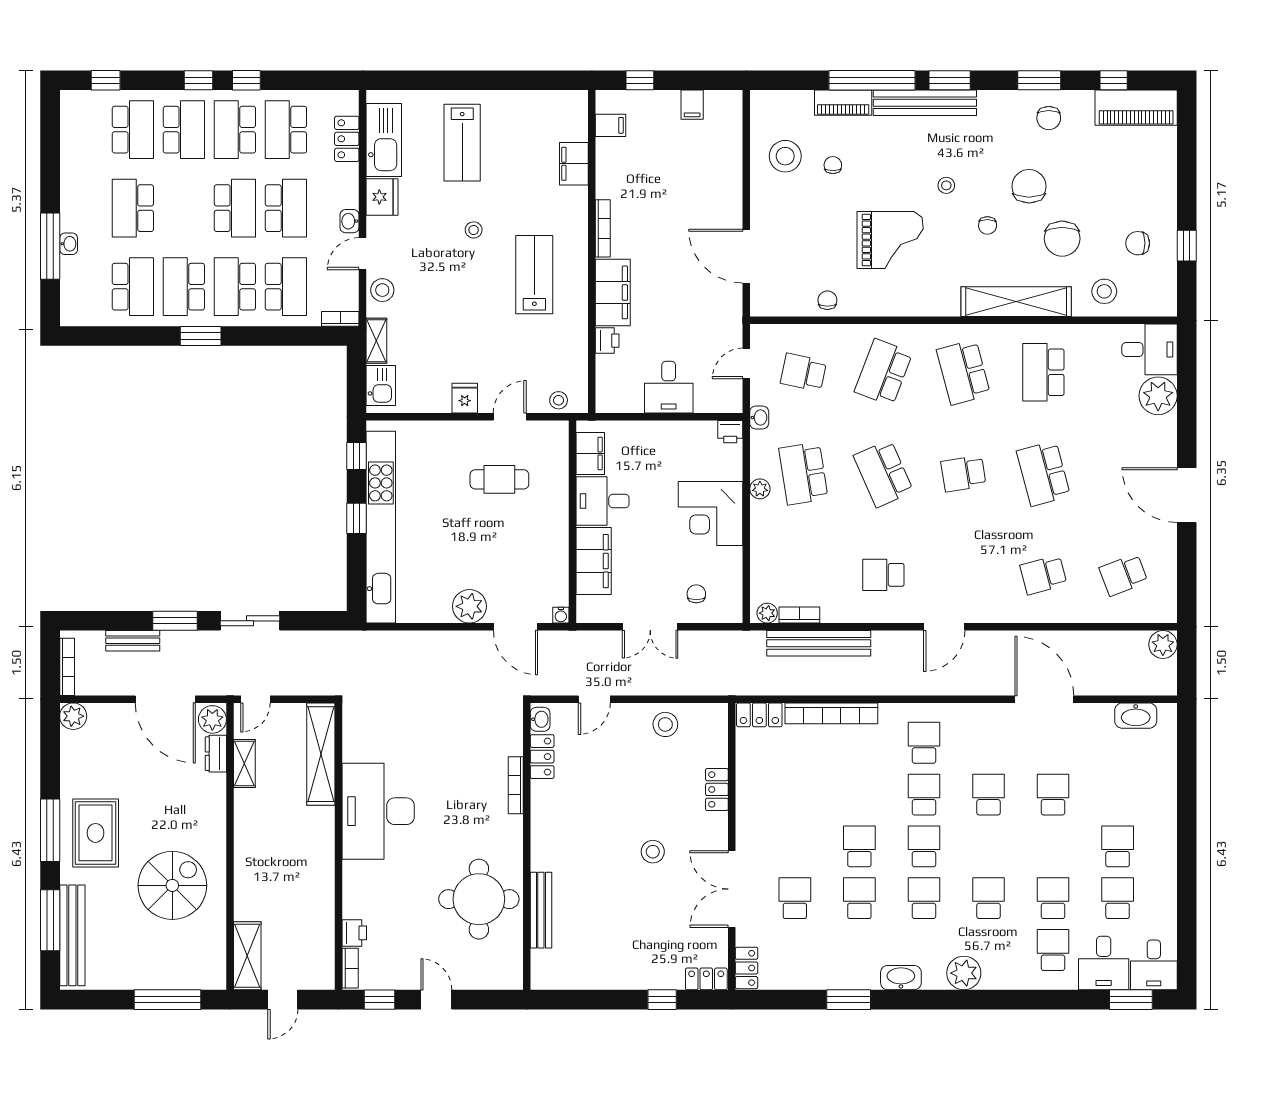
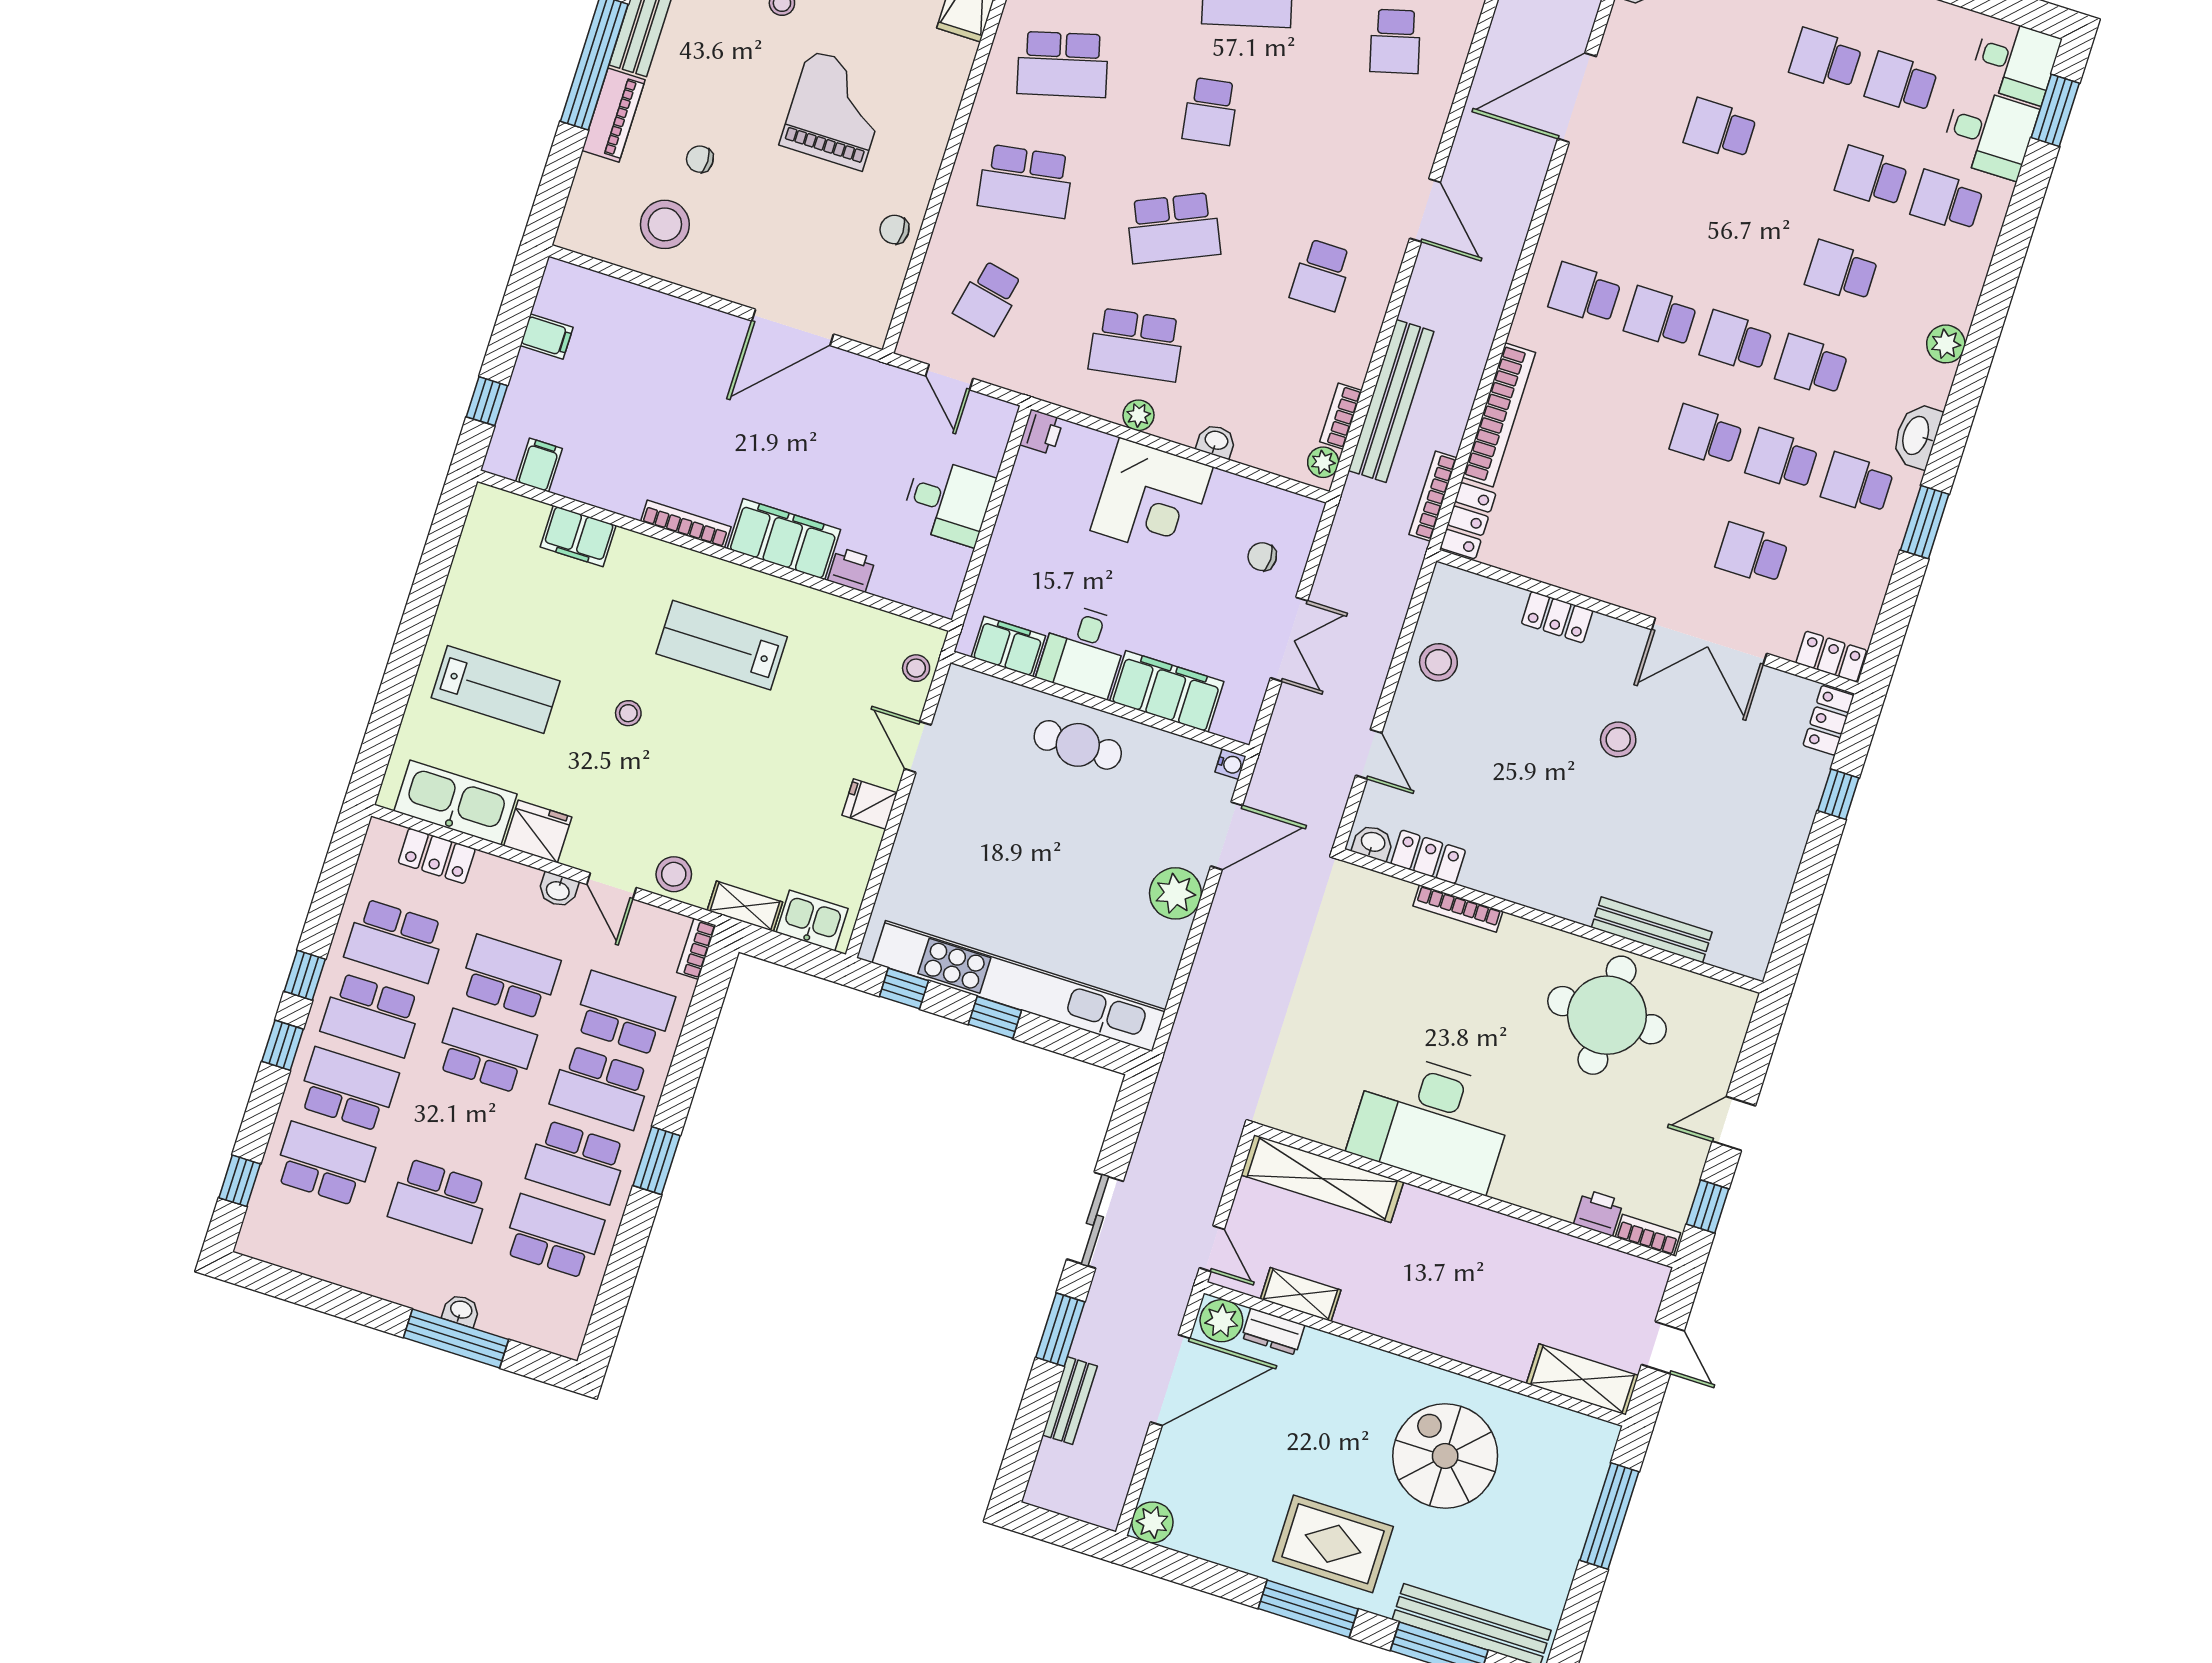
school desk: (883, 372) -> (1026, 181), turned -30
washbasin: (759, 417) -> (1216, 441), moved
cafe table: (499, 479) -> (1078, 745), moved, turned 90
bookcase: (67, 667) -> (1433, 496), moved, turned -90
school desk: (988, 795) -> (1857, 484), moved
plant: (964, 973) -> (1946, 344), width x0.73, depth x0.73

